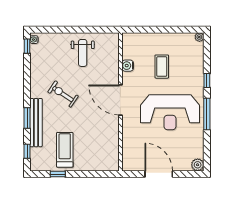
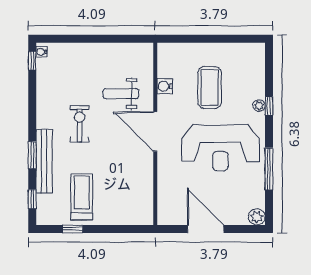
plant: (199, 37) -> (259, 106), moved
weight bench: (83, 53) -> (121, 94), moved, turned 90
coffee table: (162, 67) -> (210, 87), width x1.36, depth x1.32
exercise bike: (63, 94) -> (80, 124), turned 56
window: (207, 114) -> (269, 169), moved

